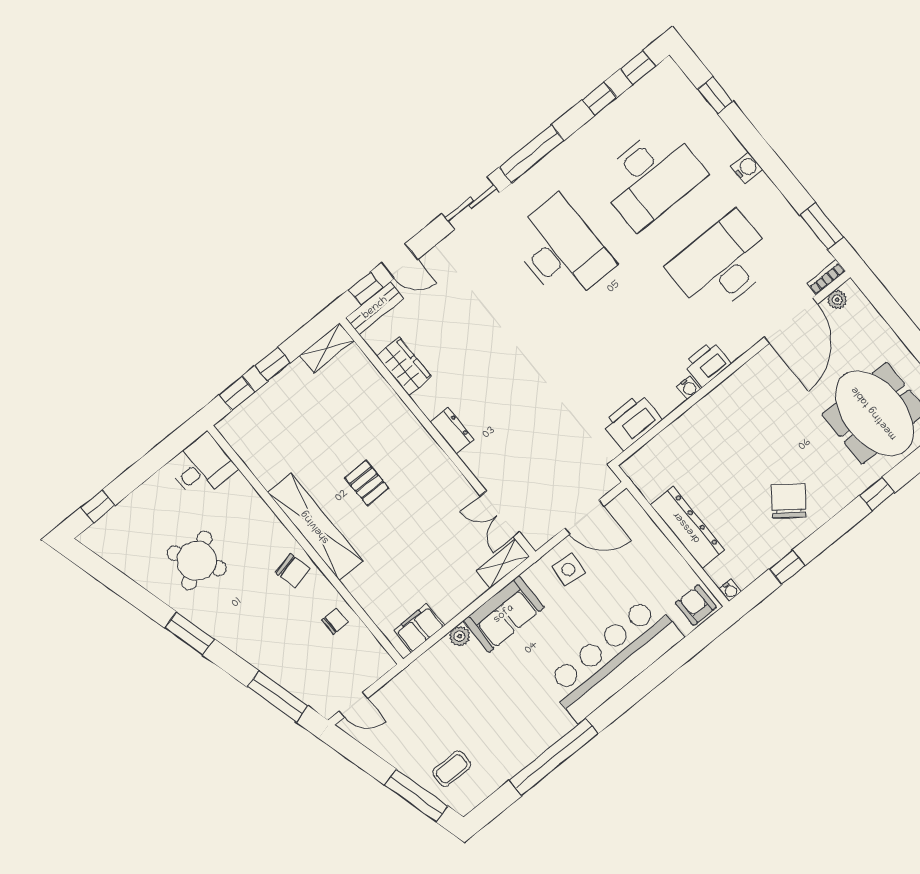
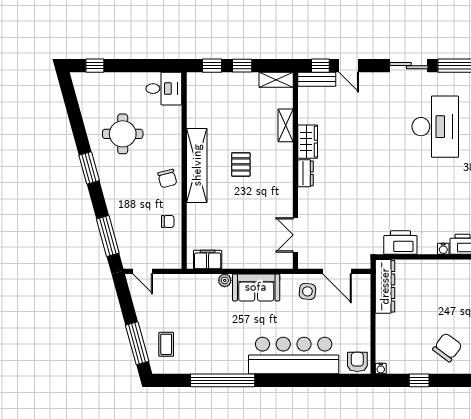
wardrobe: (404, 366) -> (308, 142), moved
dresser: (687, 527) -> (385, 286), moved
round table: (197, 561) -> (123, 134), turned 32
shelving: (503, 564) -> (286, 125), moved, turned 90
coffee table: (452, 769) -> (166, 344), turned 90

